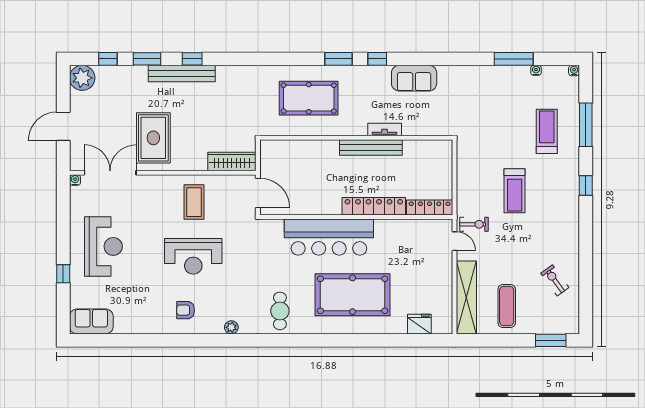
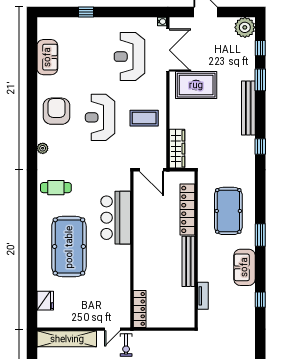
window: (192, 59) -> (260, 146), moved
window: (377, 59) -> (260, 300), moved
sofa: (414, 78) -> (244, 267), moved
tv unit: (385, 129) -> (203, 296), moved
door: (258, 193) -> (151, 170), hinge flipped
locker: (374, 206) -> (187, 209), moved, turned 180
bar counter: (329, 237) -> (116, 218), width x0.73
reception desk: (103, 246) -> (129, 57), moved, turned 90
armchair: (186, 310) -> (57, 111), width x1.88, depth x1.88
sofa: (91, 321) -> (47, 57), moved

